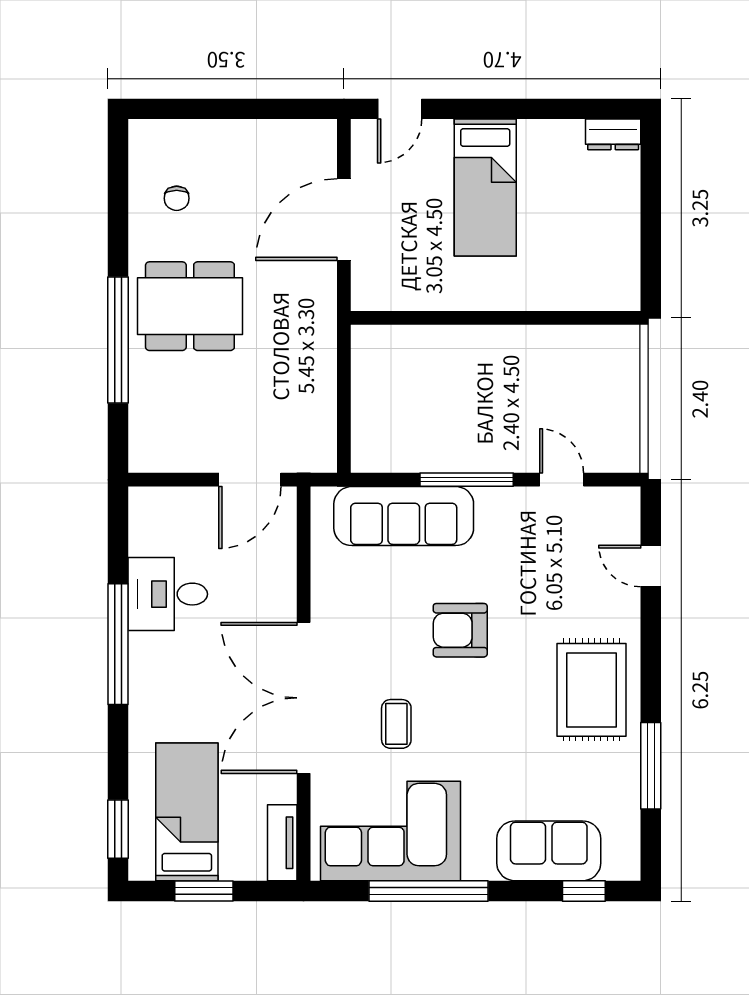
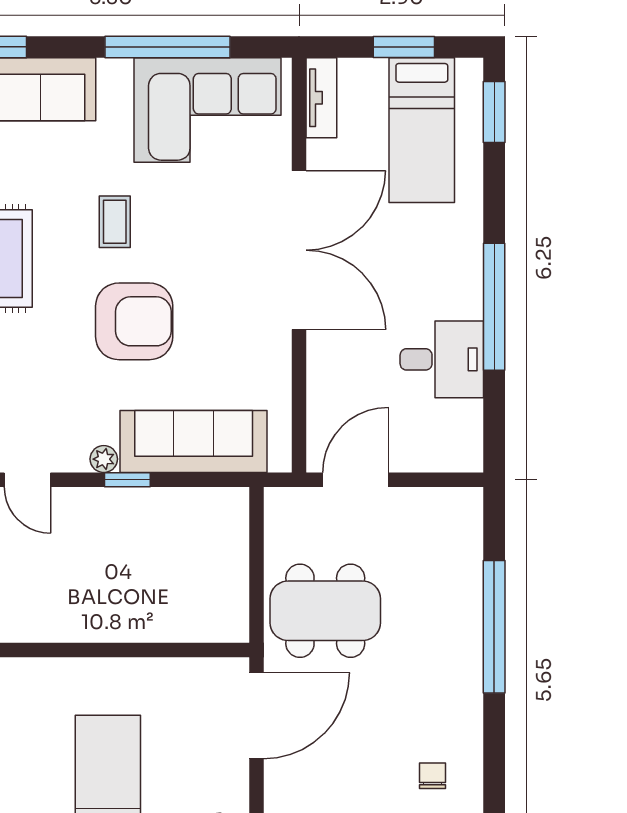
door: (344, 220) -> (256, 716), moved
dining table: (190, 306) -> (325, 611), moved
window: (467, 480) -> (127, 480), width x0.46
plant: (489, 499) -> (104, 459), added
armchair: (460, 630) -> (134, 321), width x1.36, depth x1.36
coffee table: (396, 724) -> (115, 222), moved

